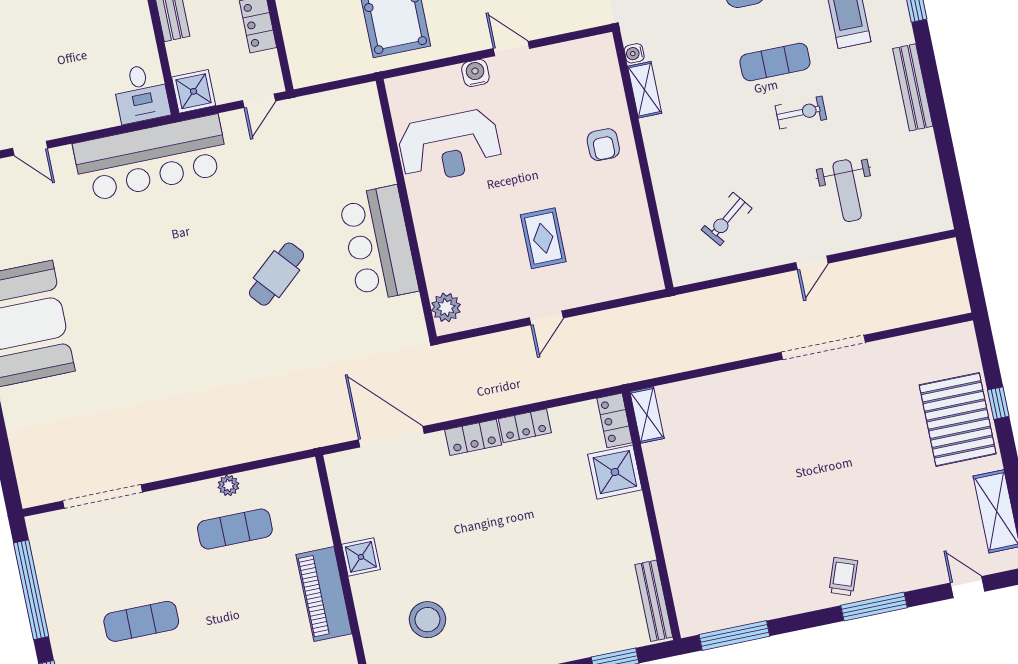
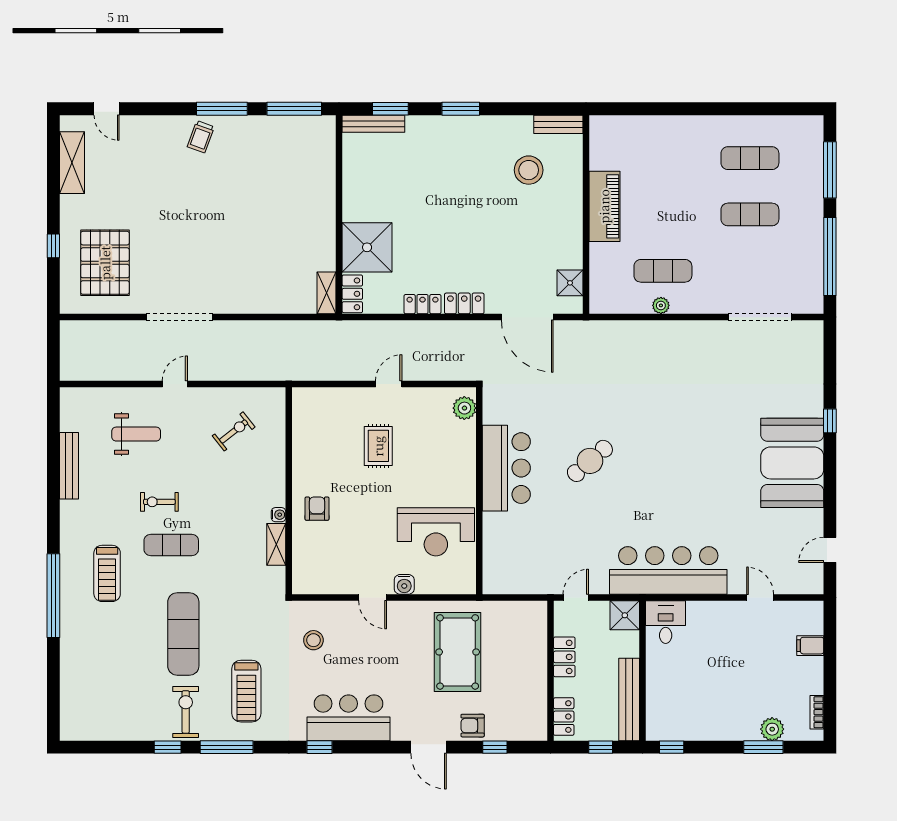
water cooler: (634, 53) -> (279, 515), moved
bench: (913, 87) -> (69, 466), moved
reception desk: (450, 146) -> (436, 532), turned 180
weight bench: (847, 191) -> (136, 434), turned 90
pallet: (958, 419) -> (105, 263), moved
shower: (615, 472) -> (367, 247), width x1.37, depth x1.37
shower: (361, 557) -> (570, 283), moved
bench: (654, 601) -> (373, 124), moved, turned 90
window: (874, 607) -> (222, 109), moved

